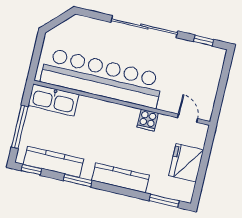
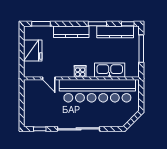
kitchen sink: (53, 100) -> (110, 70), moved
door: (188, 118) -> (49, 78), moved
cooker: (148, 120) -> (80, 71), moved

